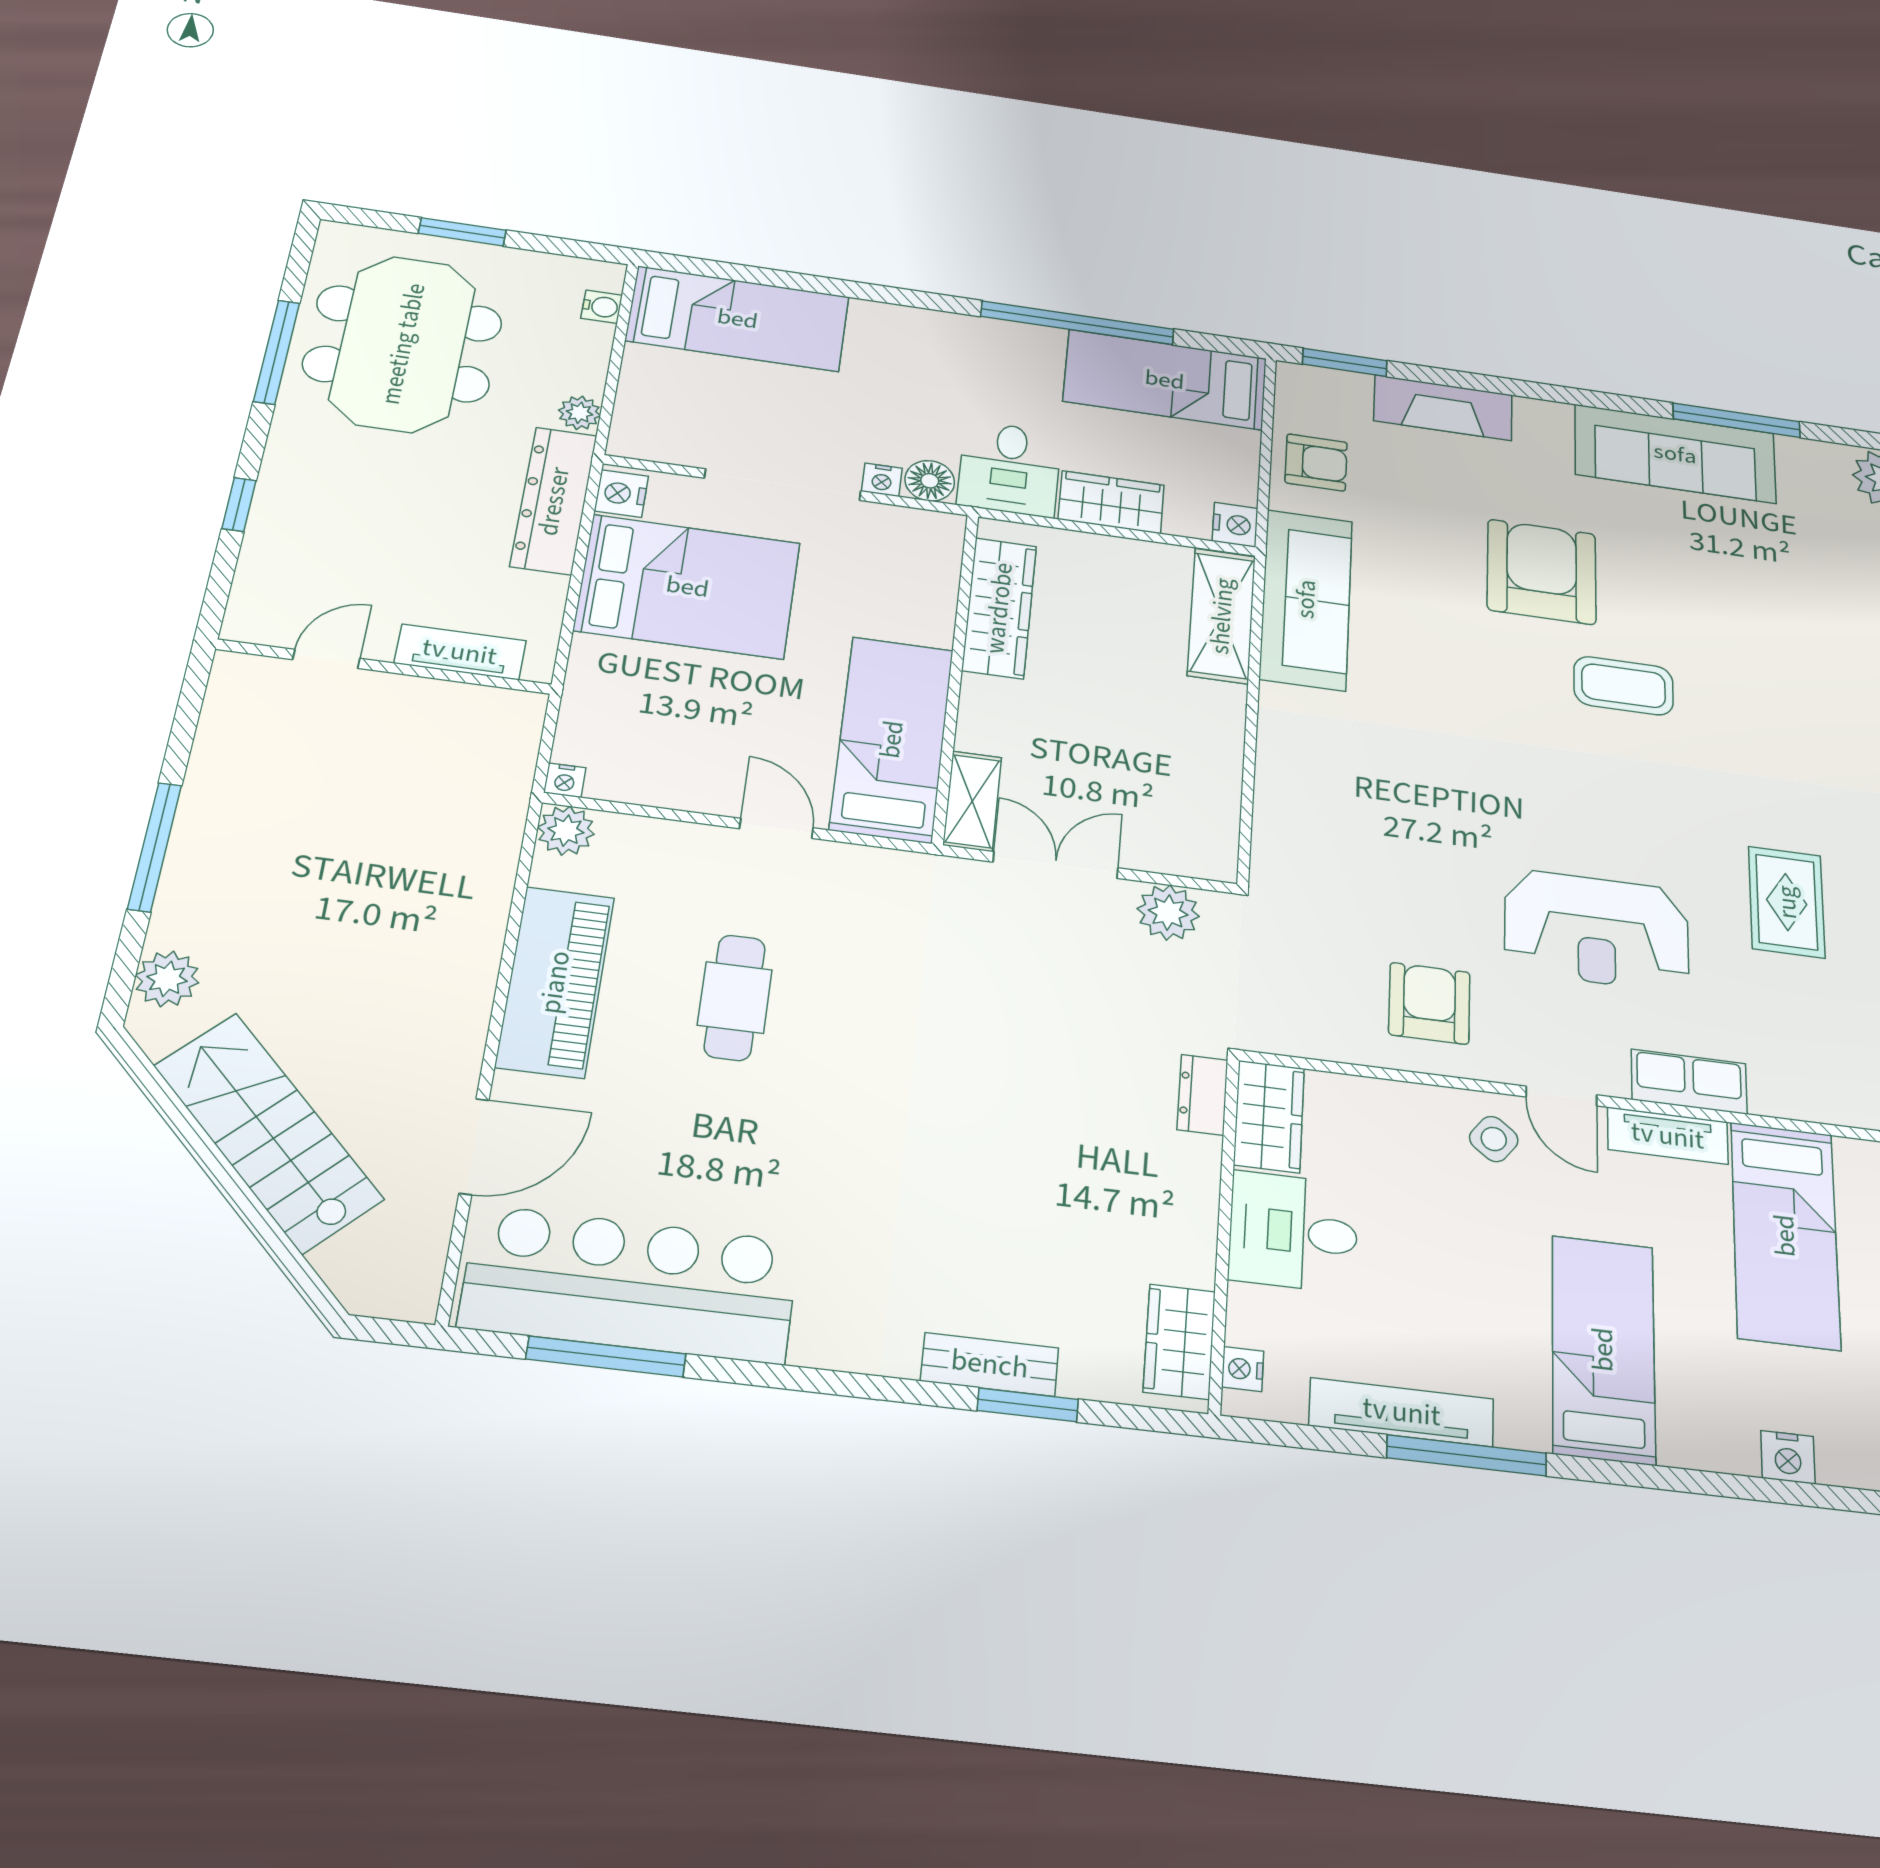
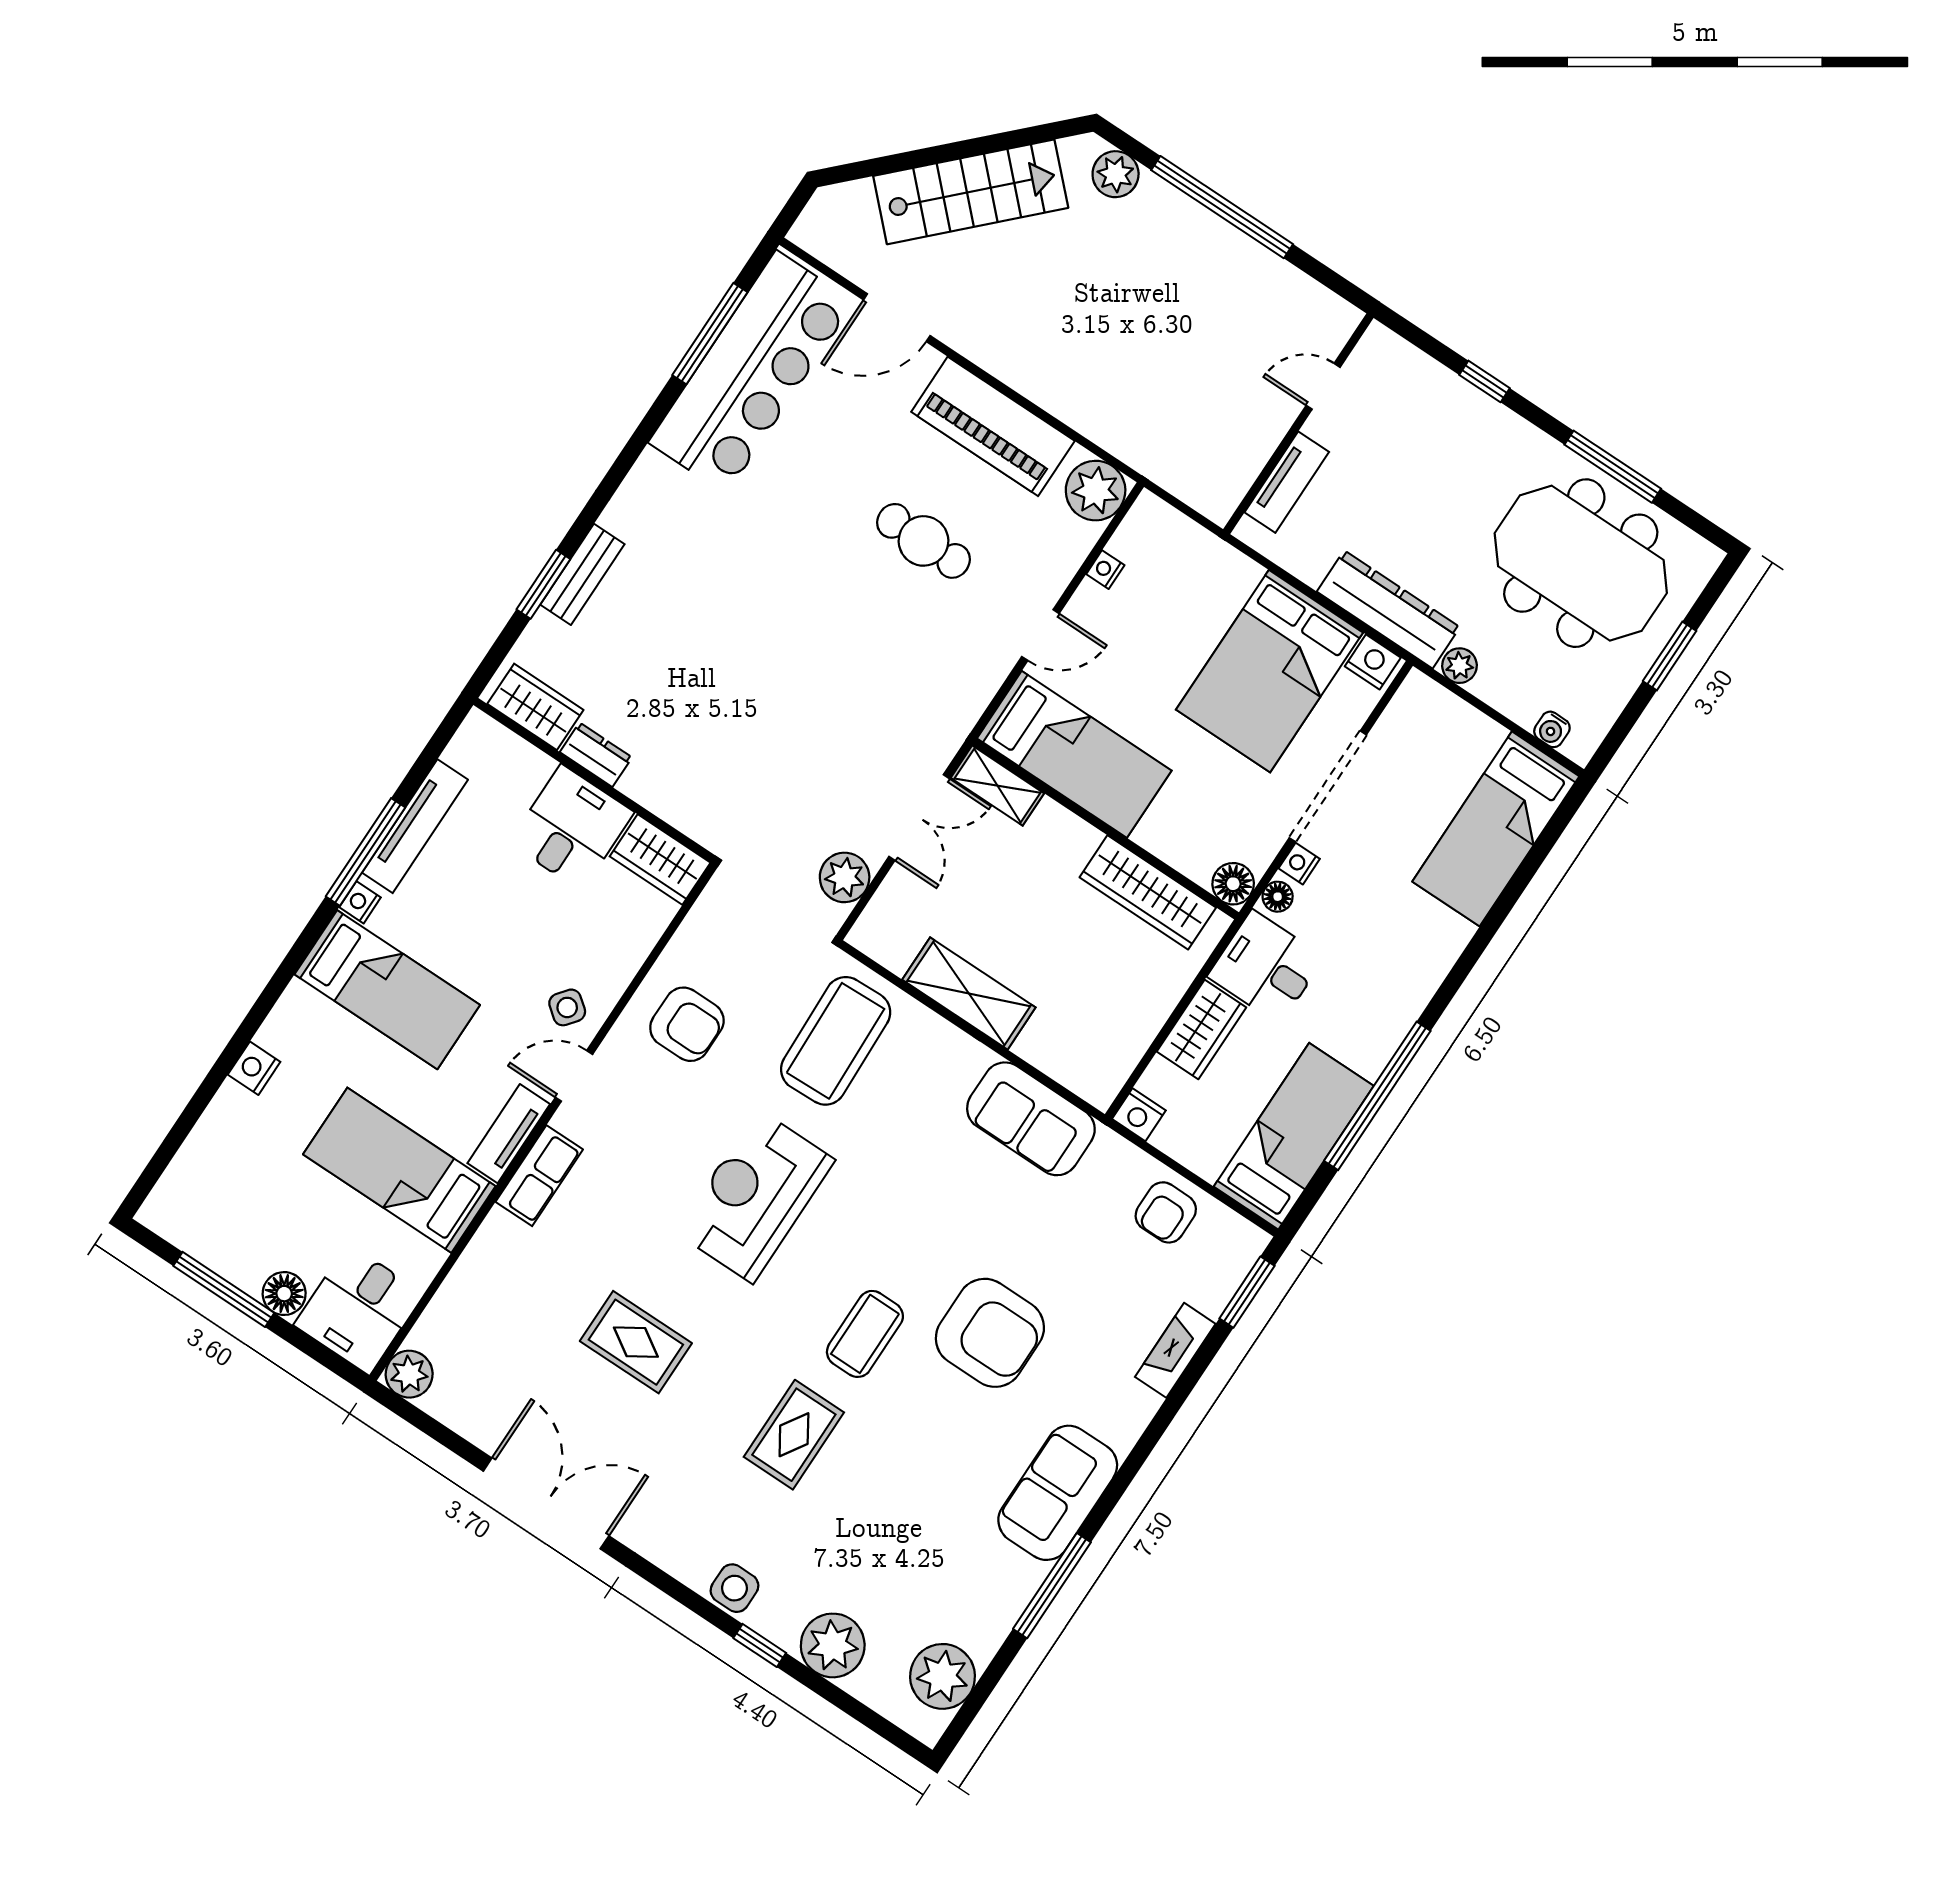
fireplace: (1443, 408) -> (1175, 1350), width x0.73, depth x0.76
sofa: (1675, 454) -> (1058, 1493), width x0.73
floor lamp: (930, 481) -> (1278, 897), width x0.73, depth x0.73
floor lamp: (941, 532) -> (1233, 884), added
sofa: (1306, 599) -> (1031, 1119), width x0.73
shelving: (1222, 616) -> (969, 993), moved
door: (326, 659) -> (1323, 386), swing flipped
rug: (1767, 709) -> (794, 1435), added
nightstand: (565, 780) -> (1105, 570), moved
plant: (566, 831) -> (1096, 491), width x1.36, depth x1.36
coffee table: (1349, 844) -> (836, 1041), added
window: (155, 847) -> (1222, 207), width x1.46
reception desk: (1597, 930) -> (755, 1196), moved
dresser: (1203, 1095) -> (596, 755), moved
door: (474, 1146) -> (897, 318), hinge flipped
nightstand: (1243, 1369) -> (360, 902), moved, turned -90

